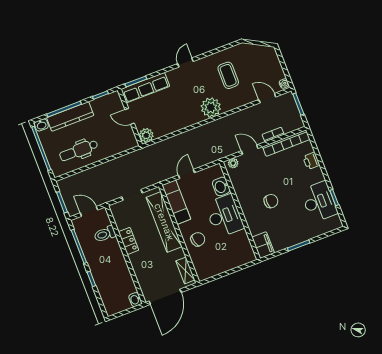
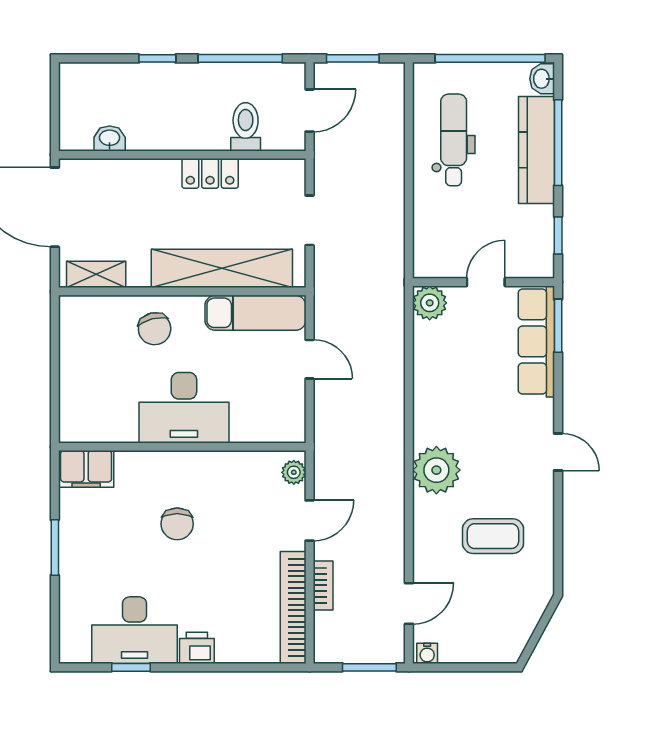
printer: (311, 161) -> (197, 648), moved
washbasin: (221, 187) -> (252, 426), removed
washbasin: (135, 300) -> (110, 138), moved

